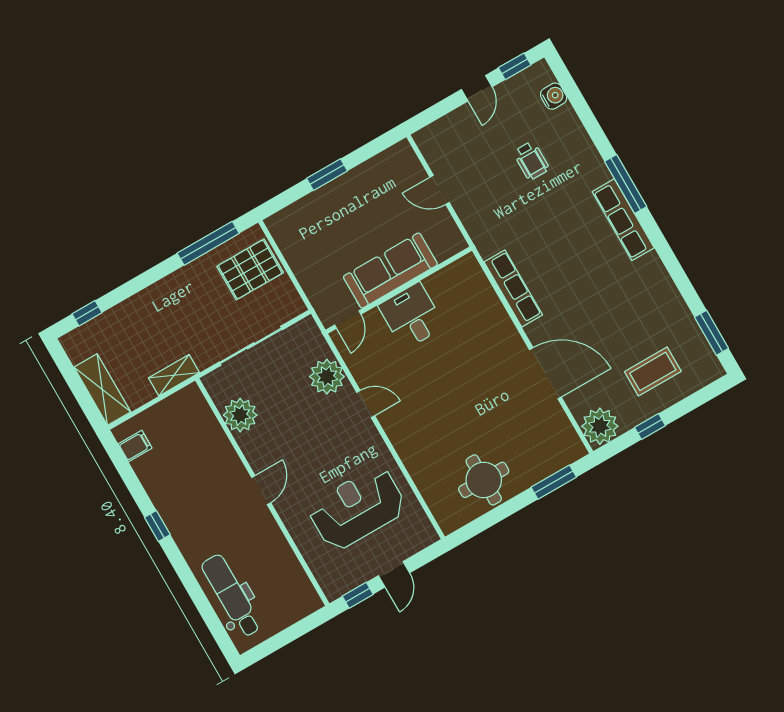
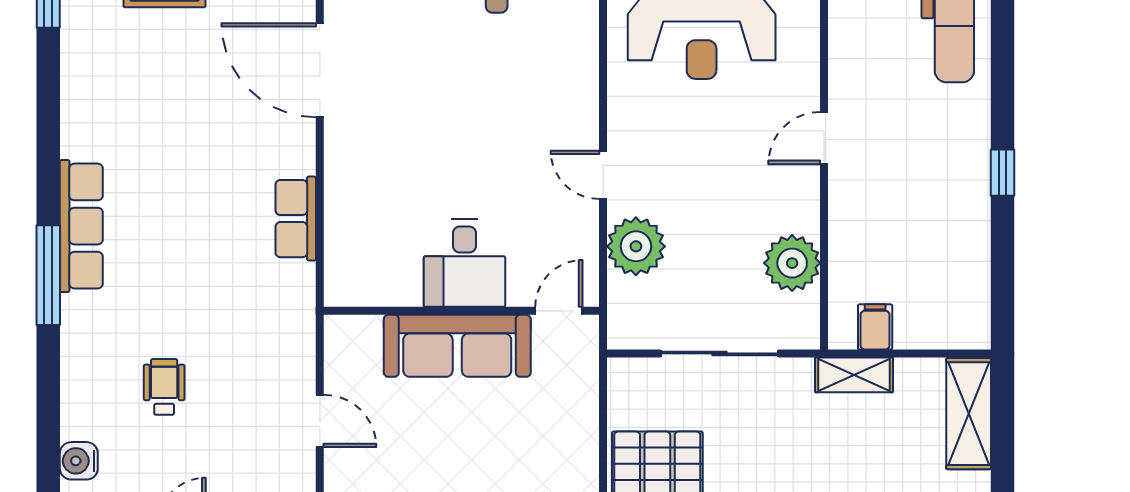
row of seats: (513, 288) -> (296, 219), width x0.68
filing cabinet: (135, 446) -> (875, 327), moved, turned 90

